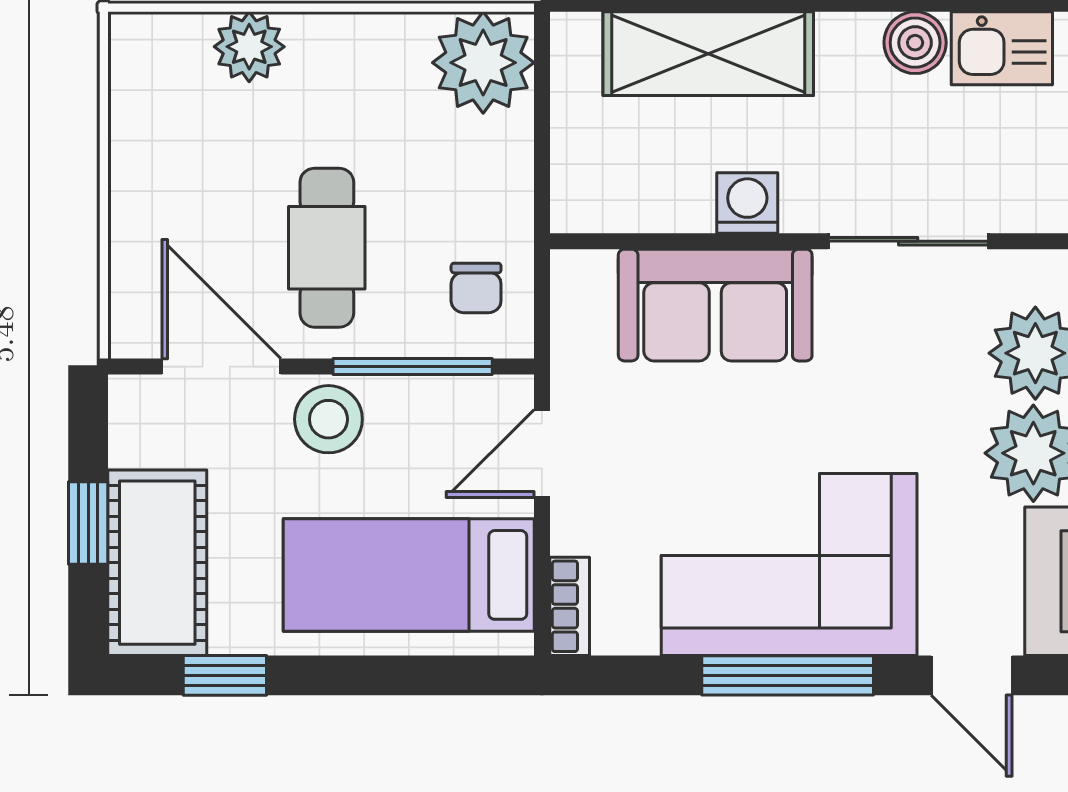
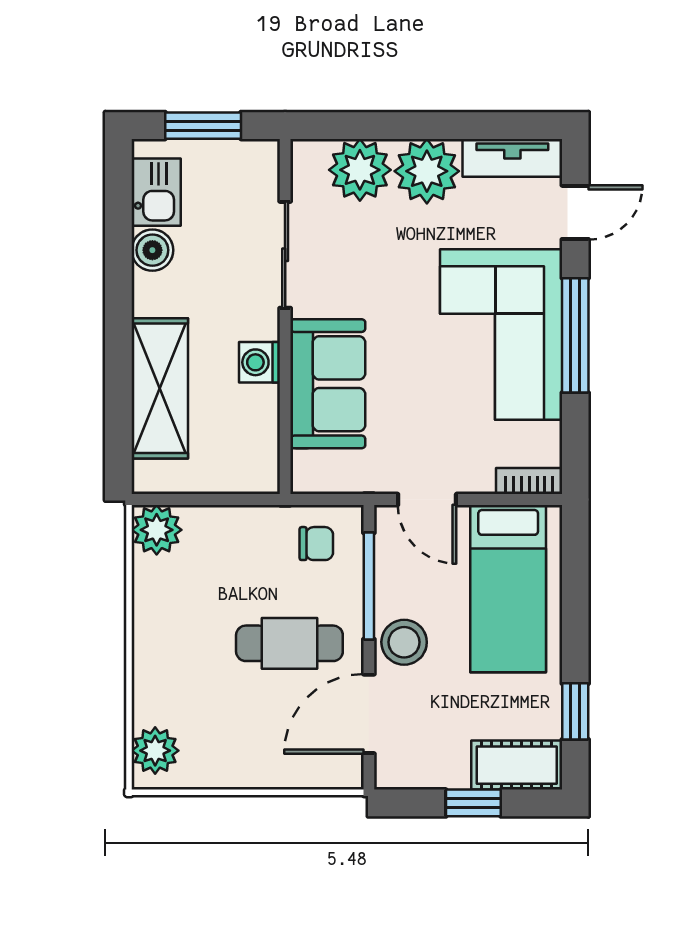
plant: (249, 47) -> (155, 751), moved
plant: (483, 63) -> (157, 530), width x0.73, depth x0.73
cot: (157, 563) -> (517, 765), width x0.73, depth x0.75

